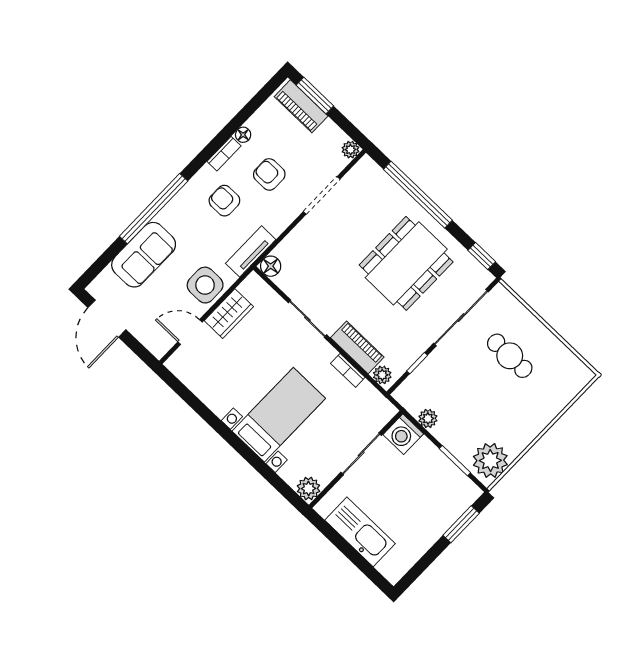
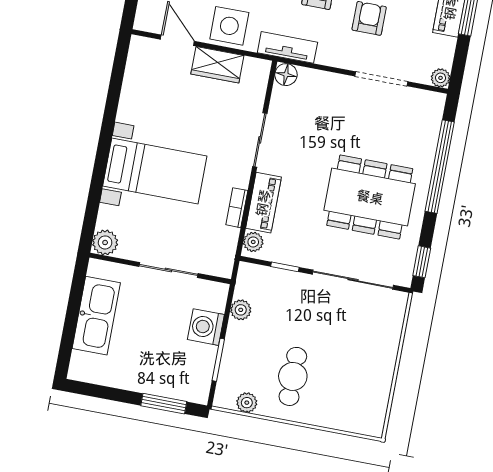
cafe table: (510, 356) -> (293, 376), moved
washing machine: (403, 434) -> (206, 327), moved
plant: (490, 460) -> (247, 403), width x0.53, depth x0.53

